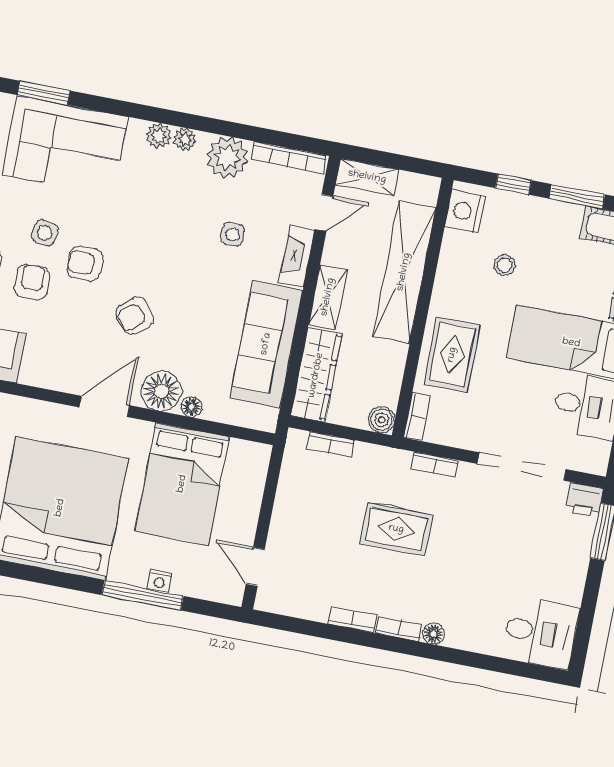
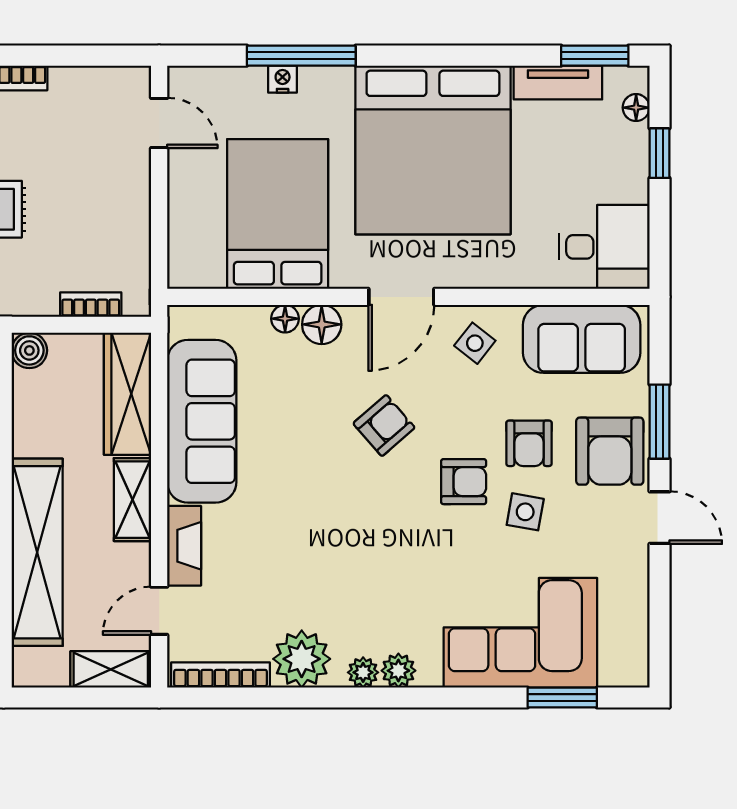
side table: (232, 234) -> (475, 343), moved, turned 38
floor lamp: (161, 391) -> (322, 324), width x0.73, depth x0.73

